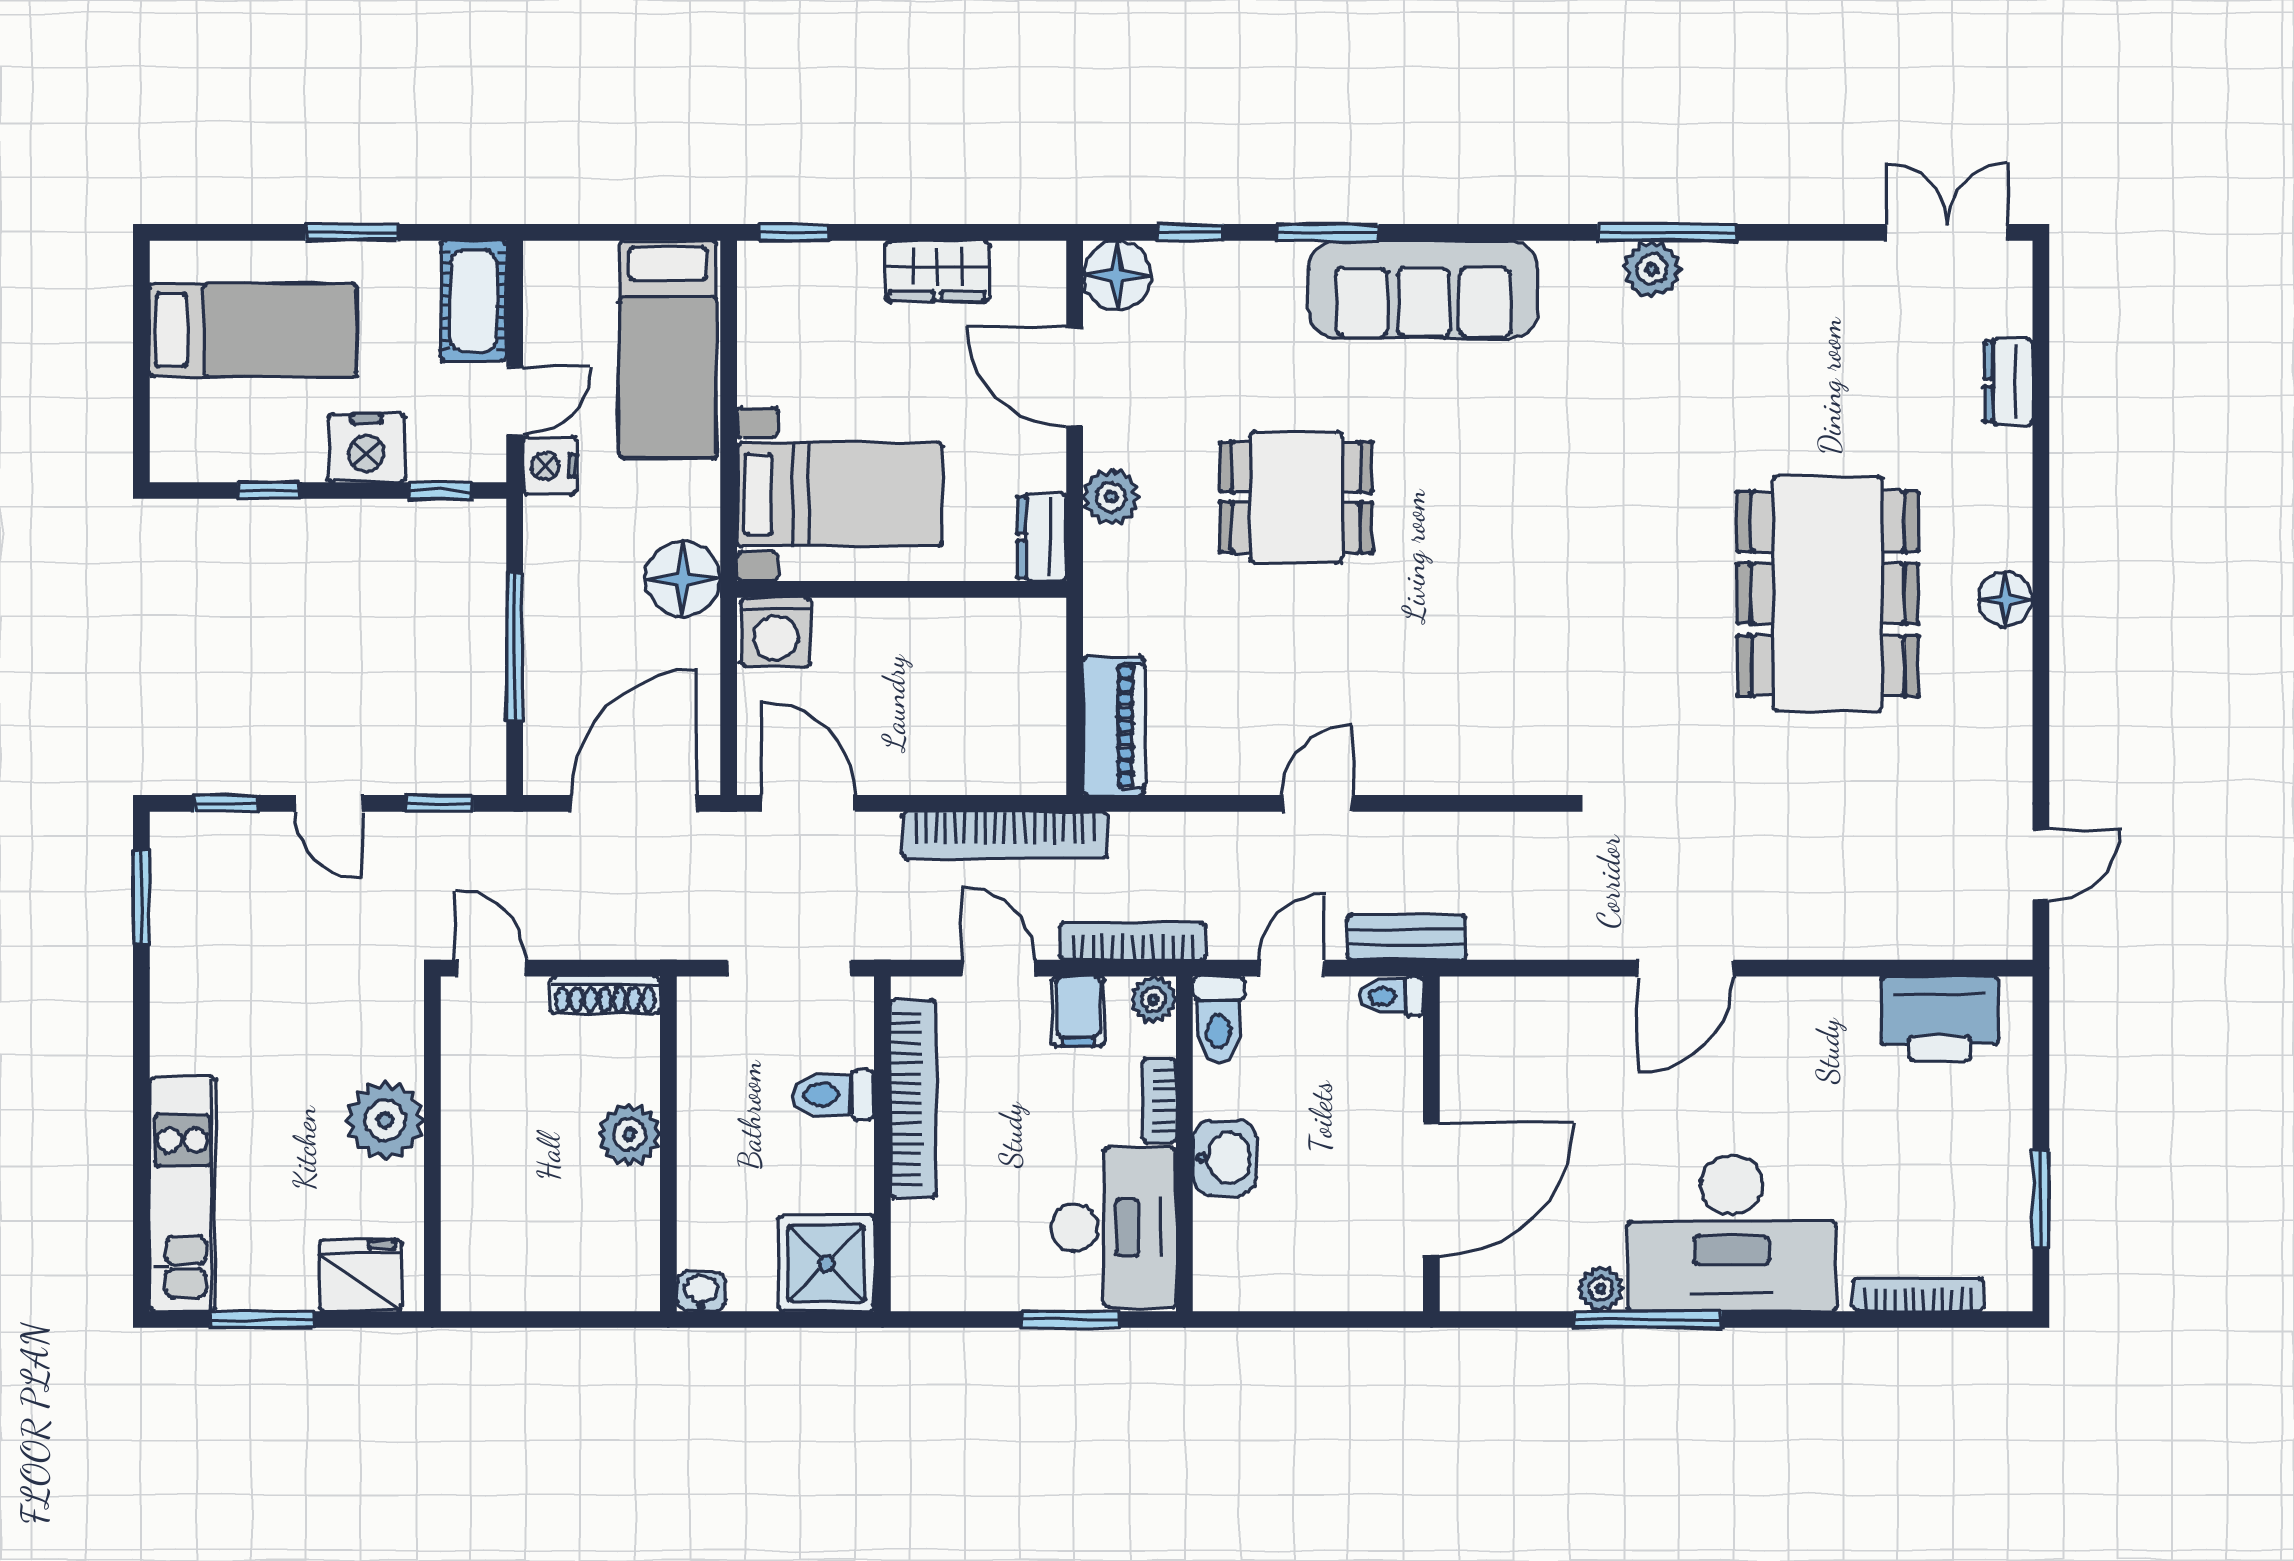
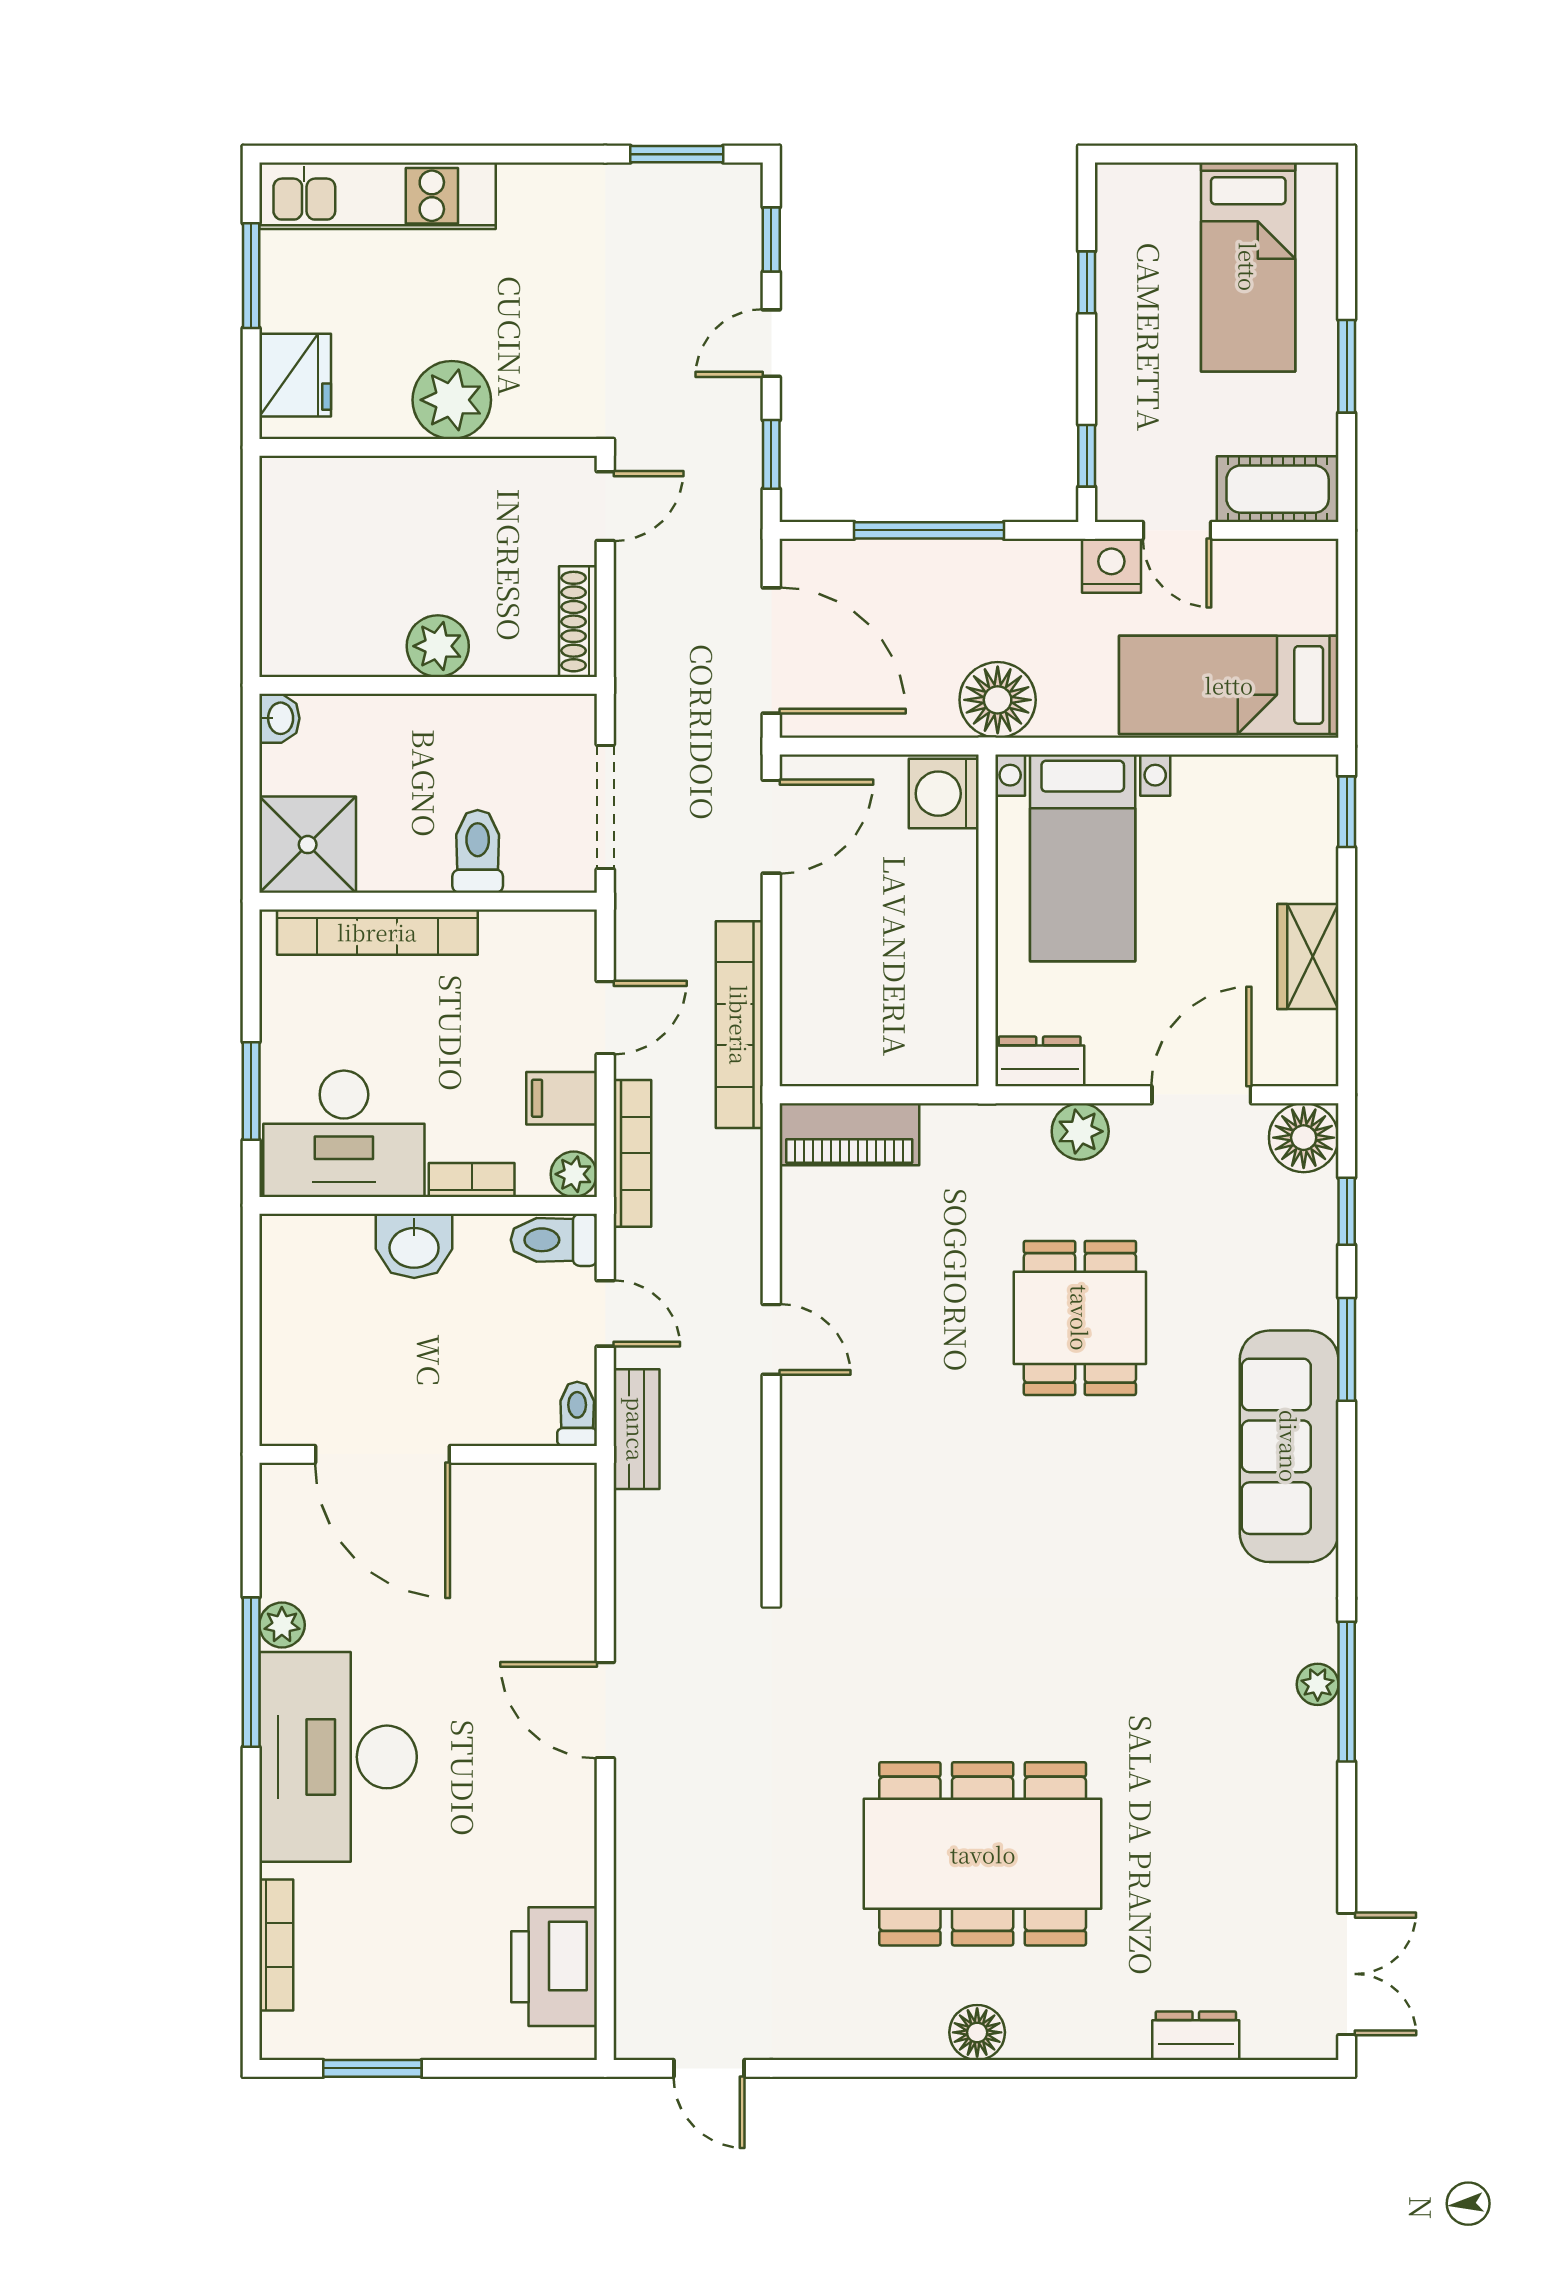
plant: (1652, 269) -> (1318, 1684), width x0.73, depth x0.73
nightstand: (366, 448) -> (1129, 381), removed
bookcase: (913, 1098) -> (377, 932), moved

